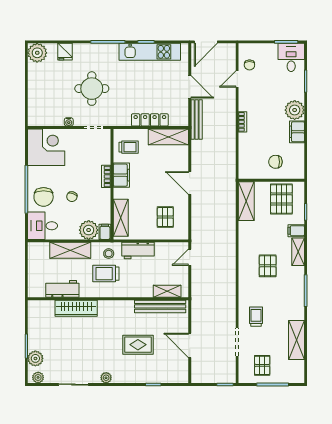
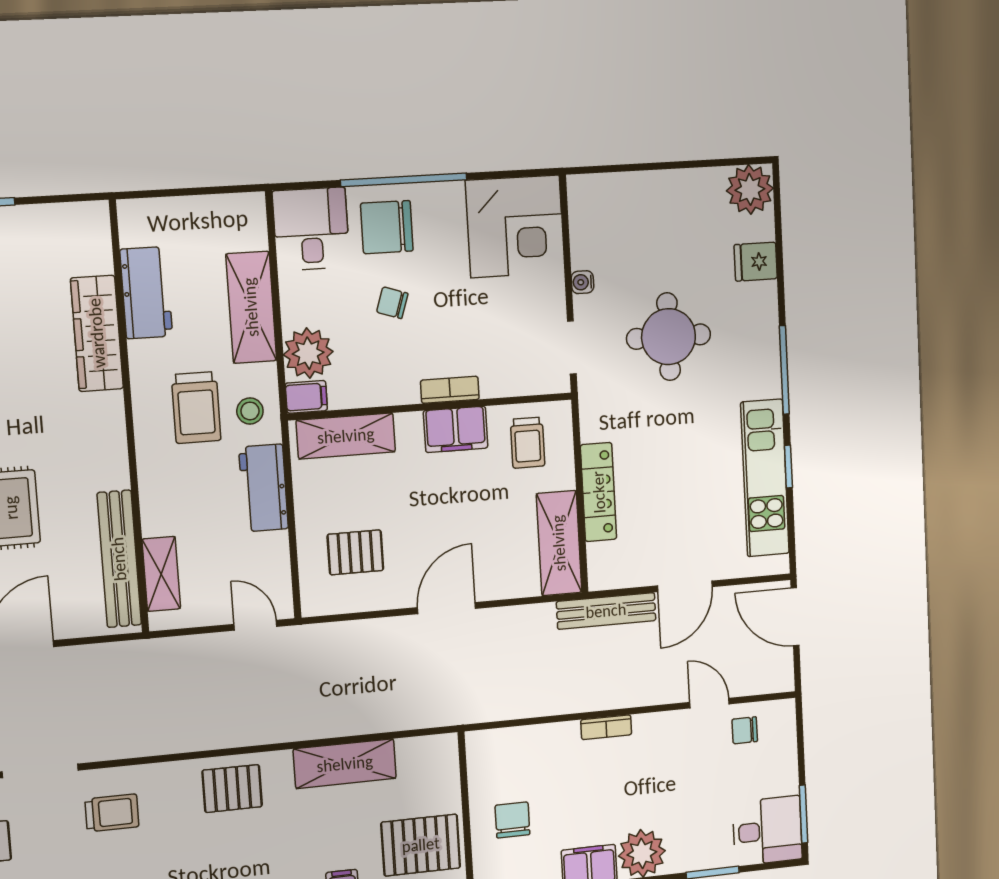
shelving: (246, 201) -> (345, 764), moved
pallet: (268, 266) -> (232, 789), moved
trolley: (106, 274) -> (196, 408), turned 180

